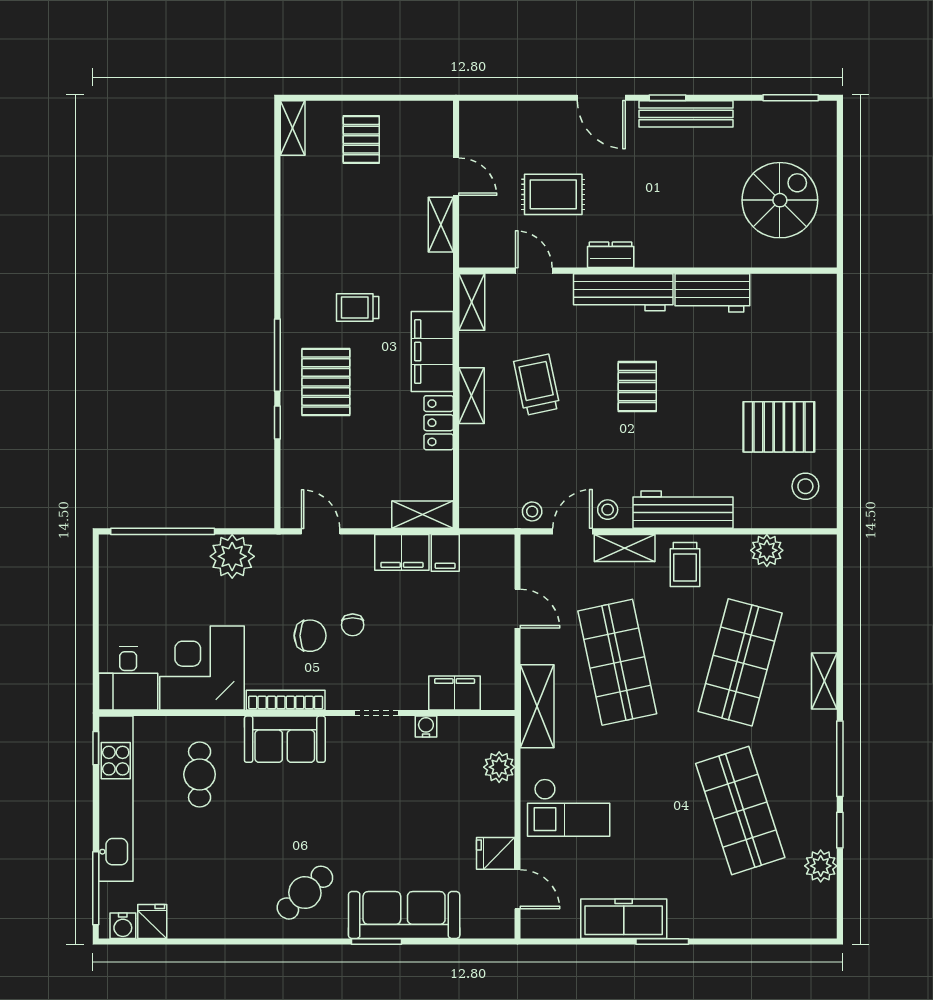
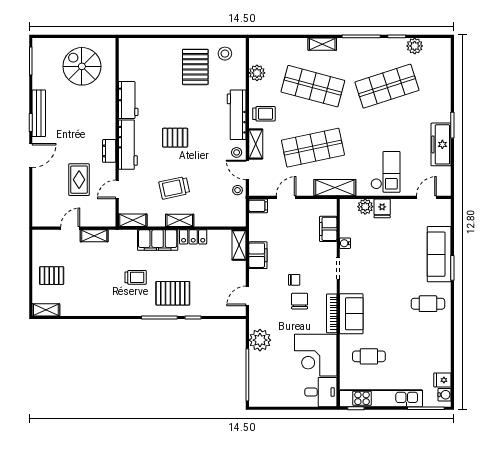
trolley: (358, 307) -> (136, 277), turned -90
filing cabinet: (445, 553) -> (258, 206), moved
fridge: (496, 853) -> (382, 208), moved
cafe table: (305, 893) -> (428, 304), turned -47

